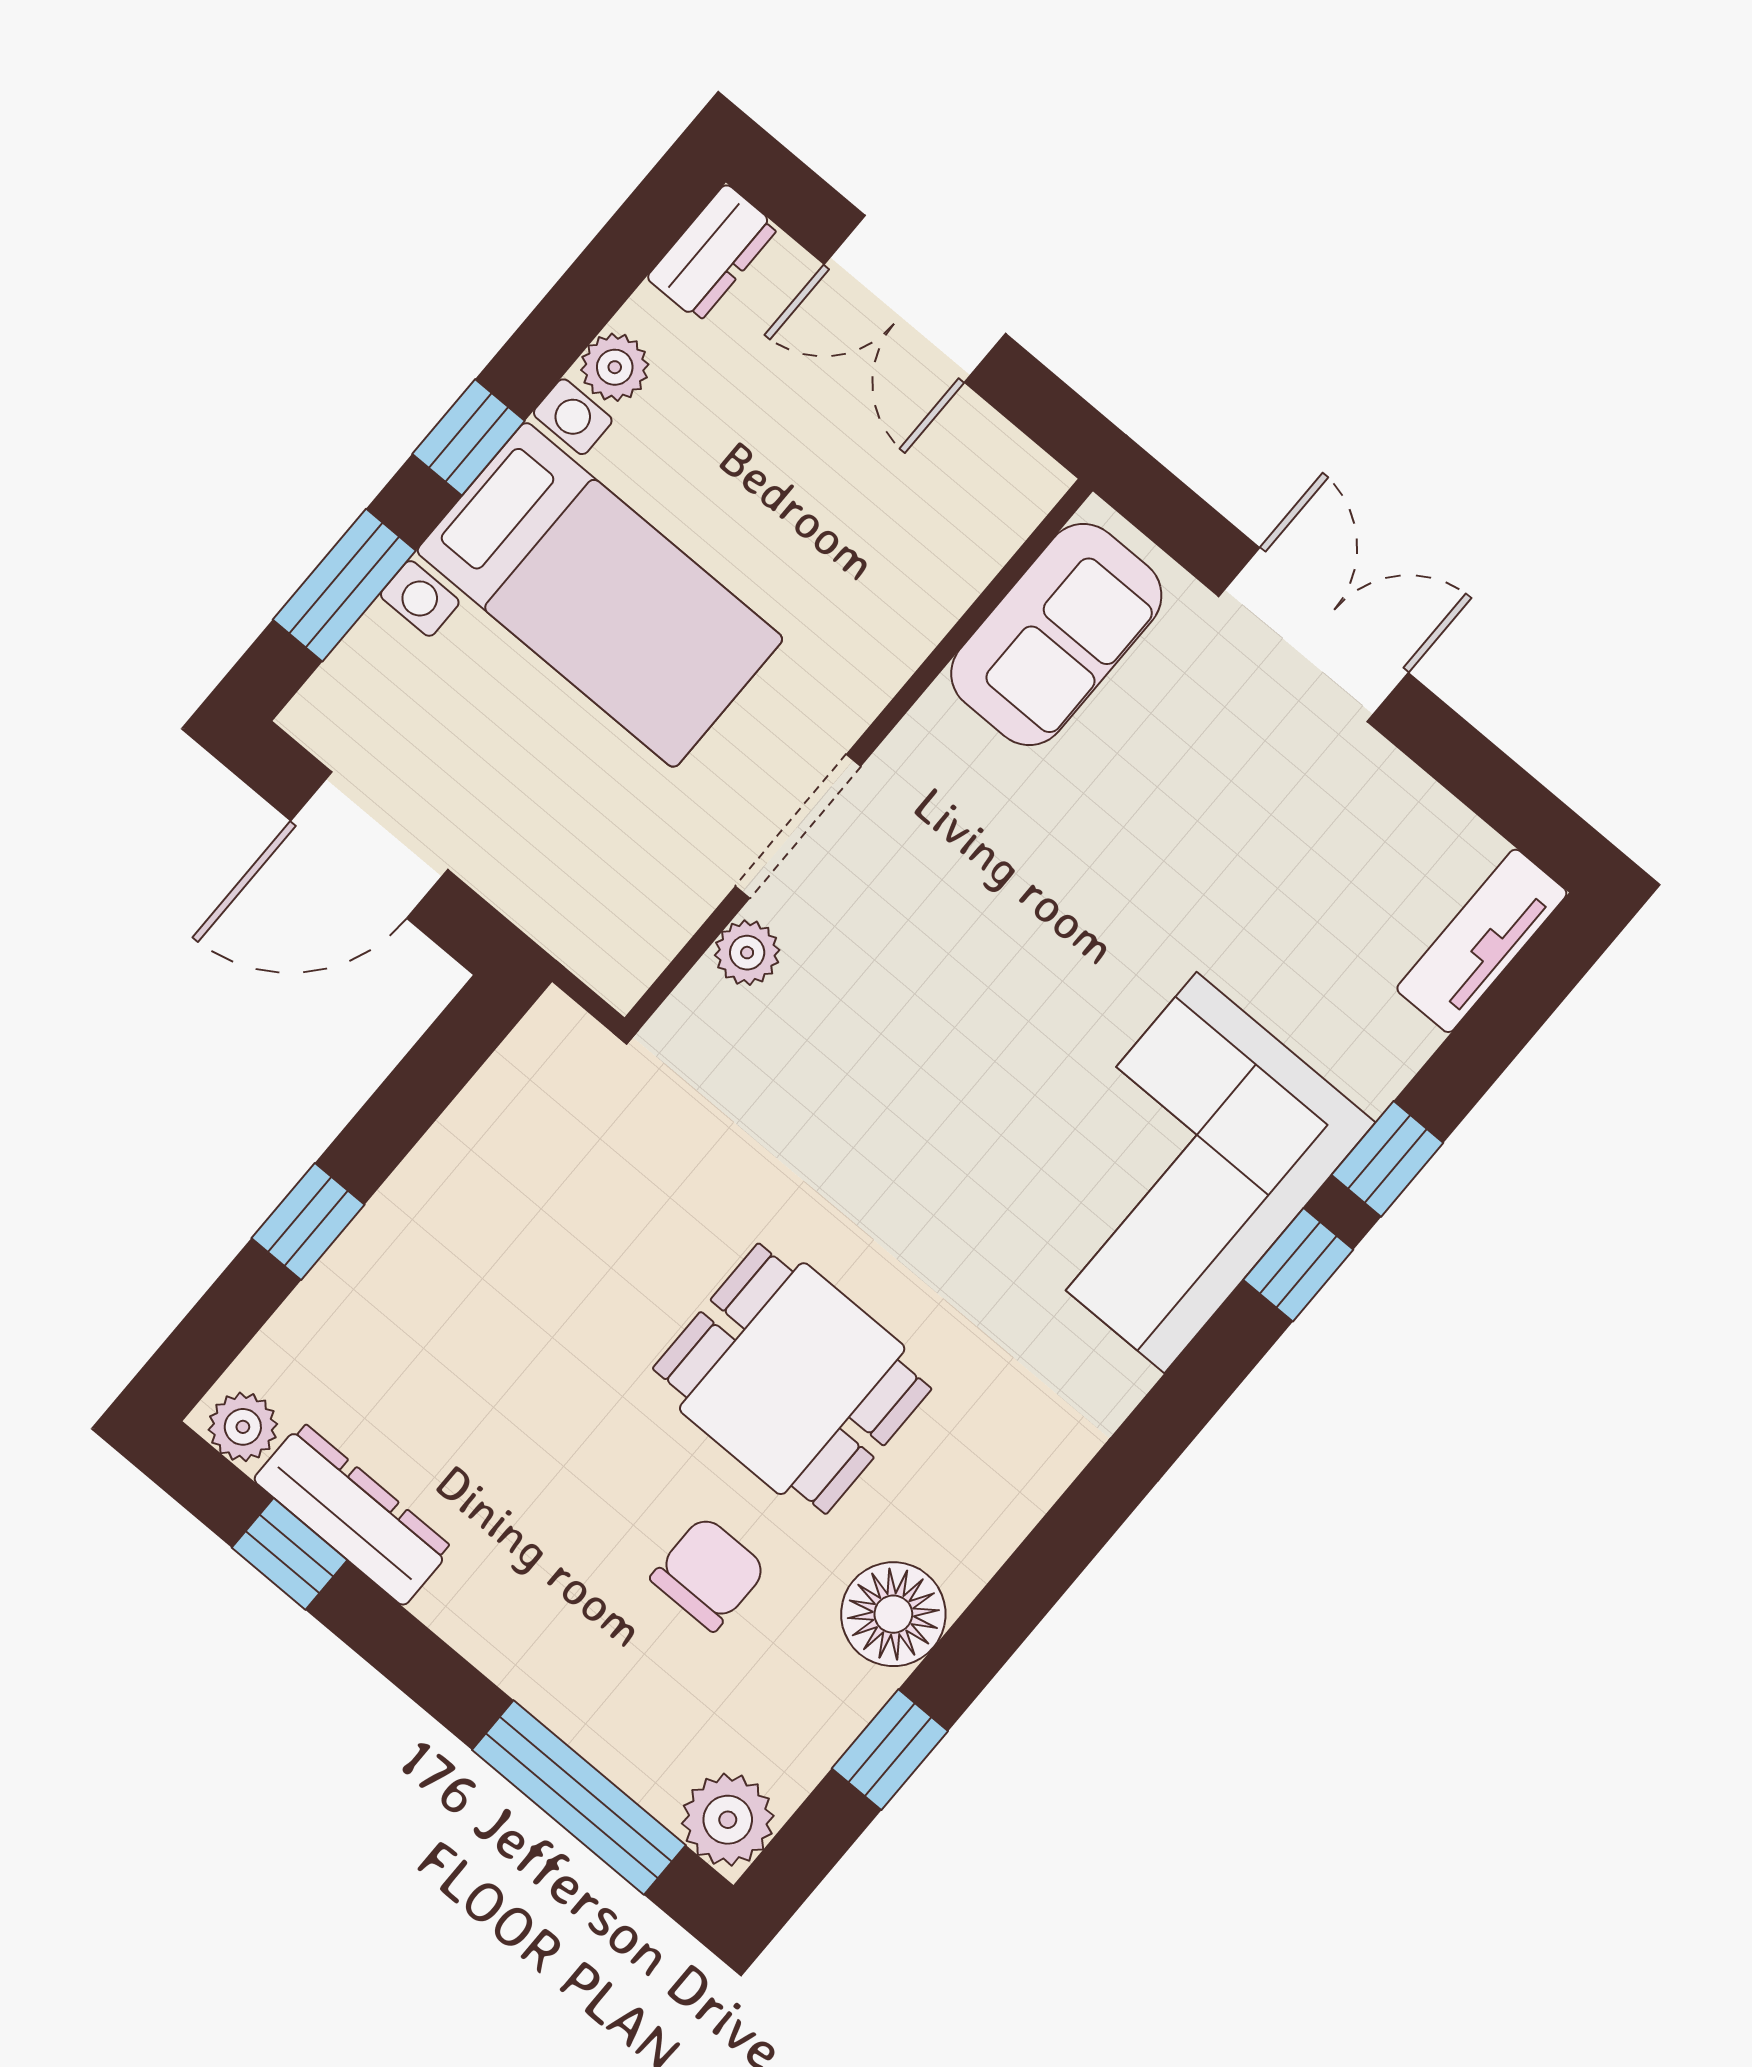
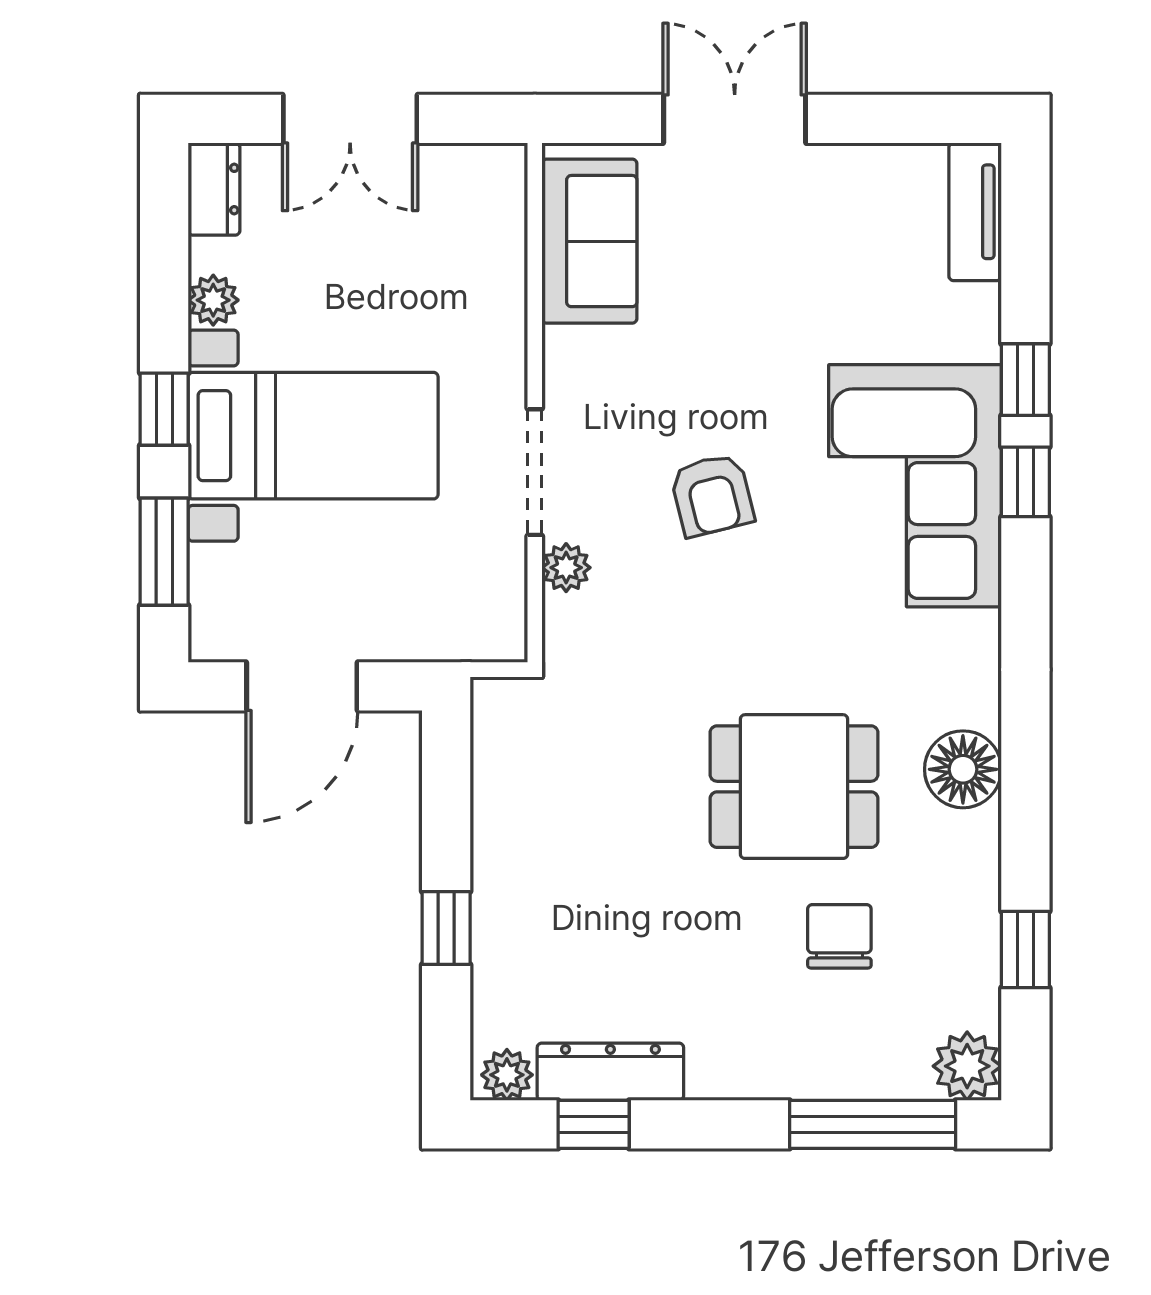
armchair: (962, 1005) -> (712, 495), added
floor lamp: (893, 1614) -> (963, 769), moved

